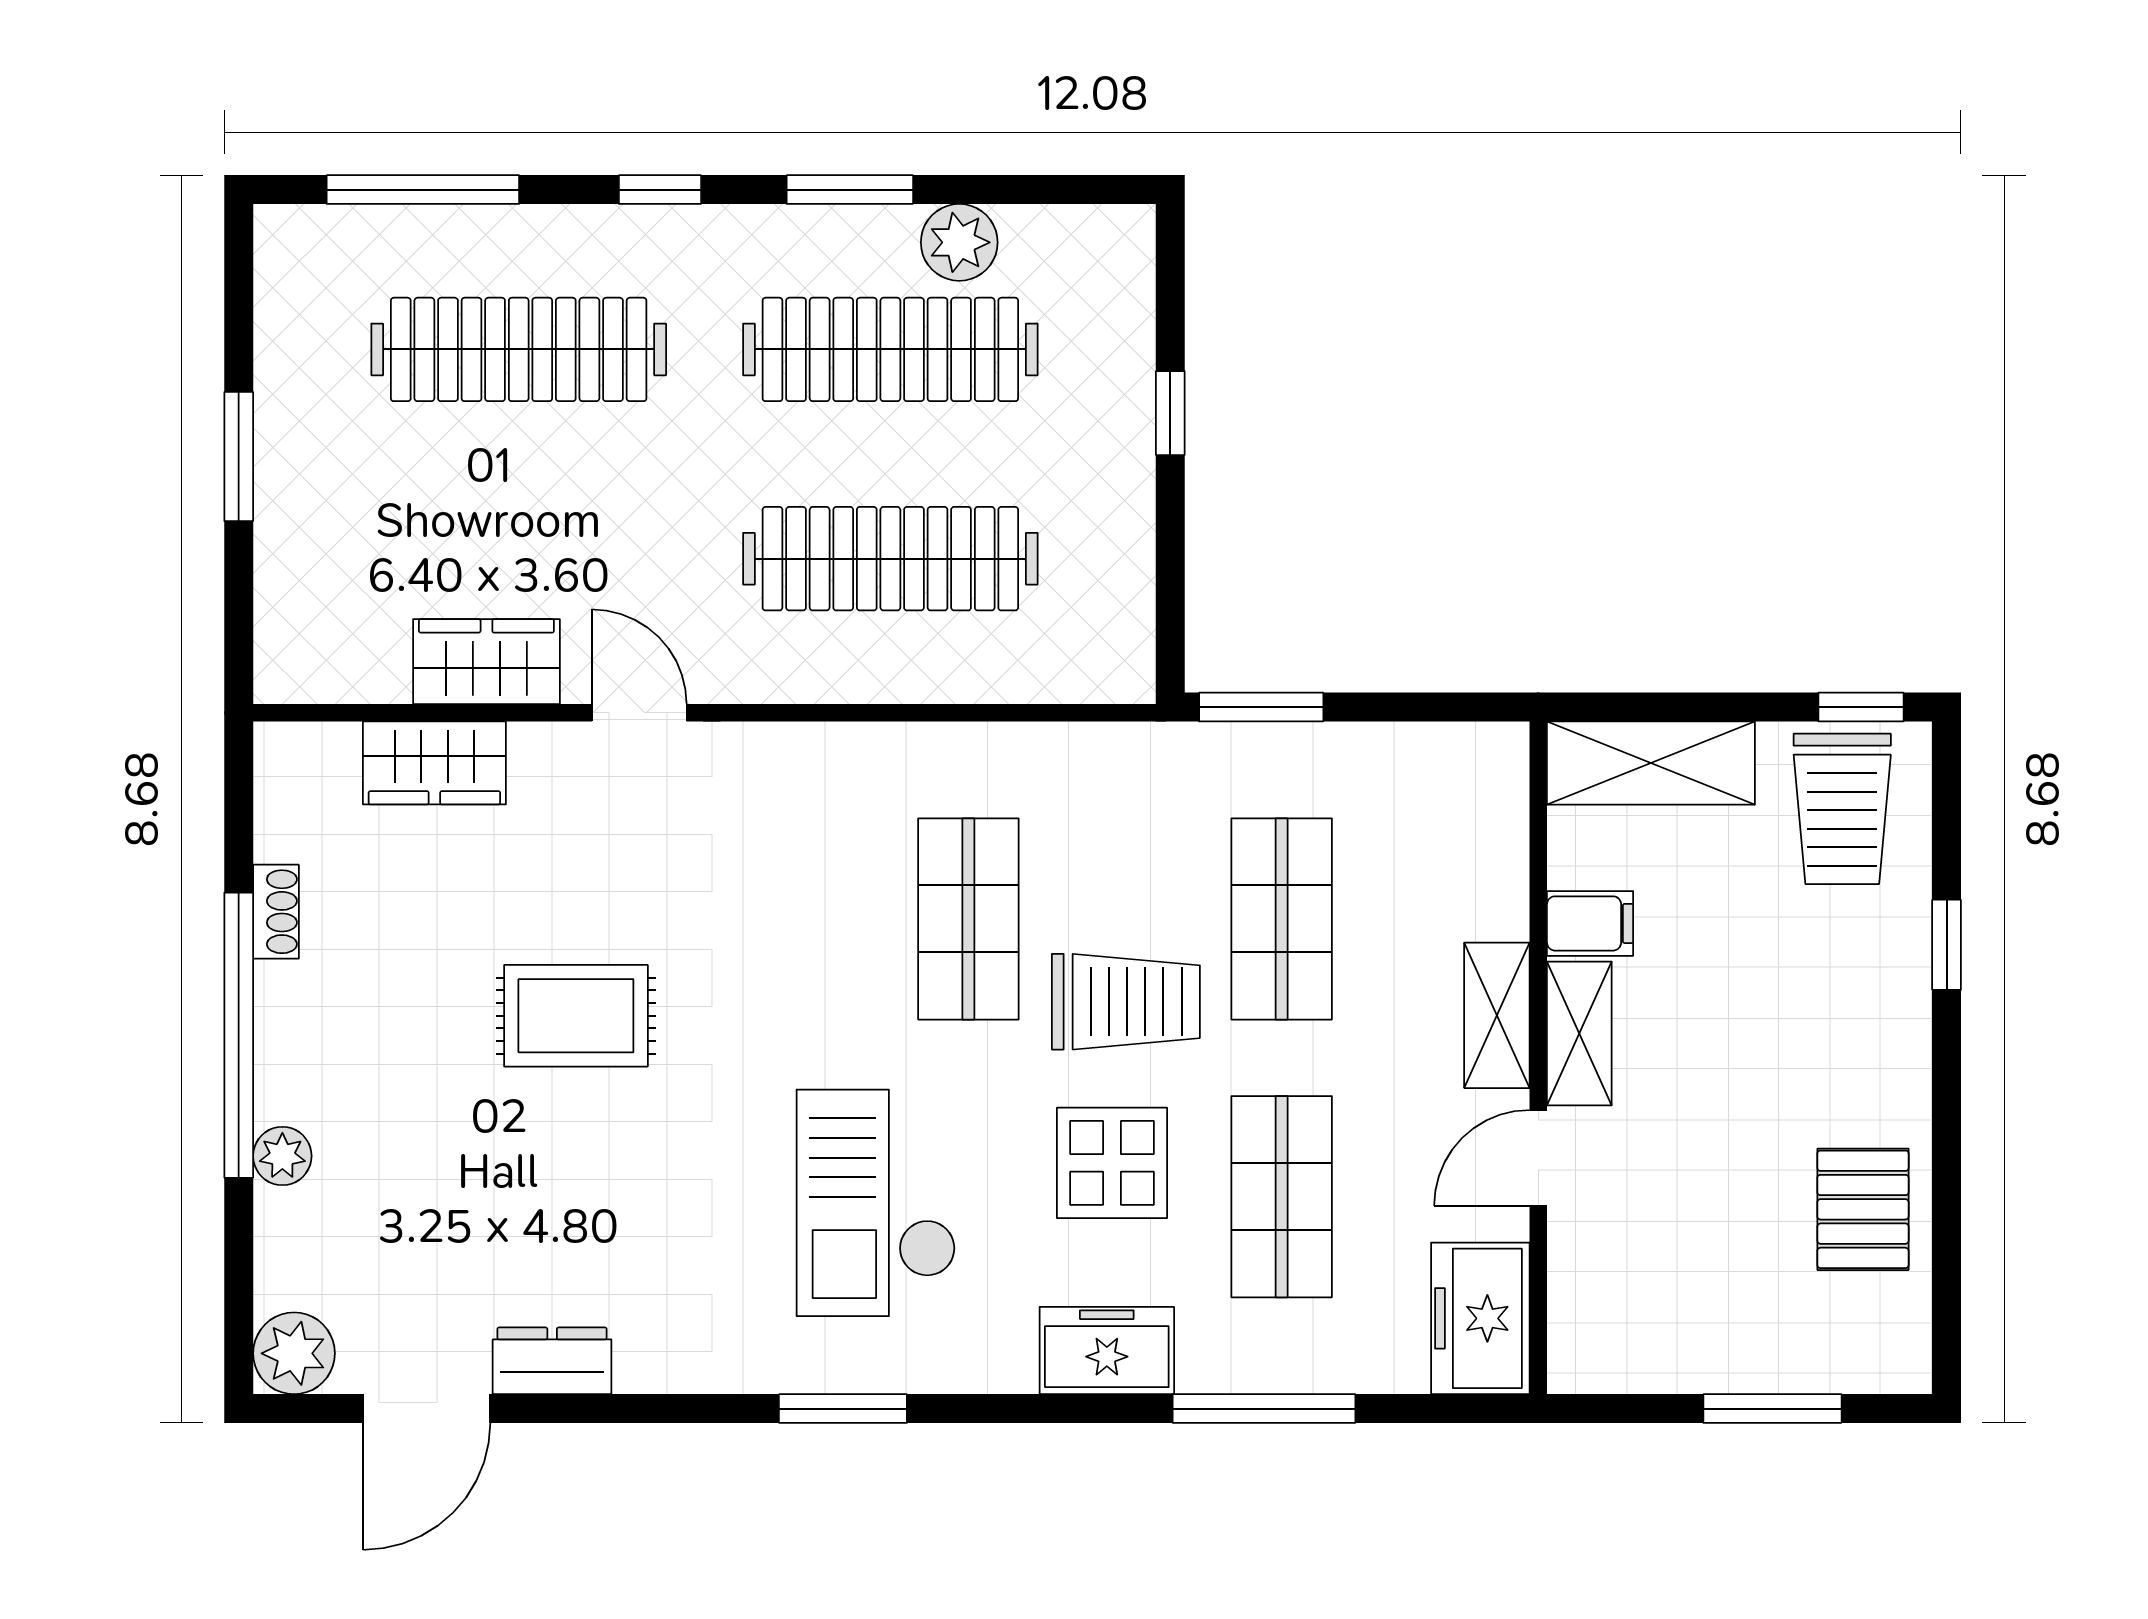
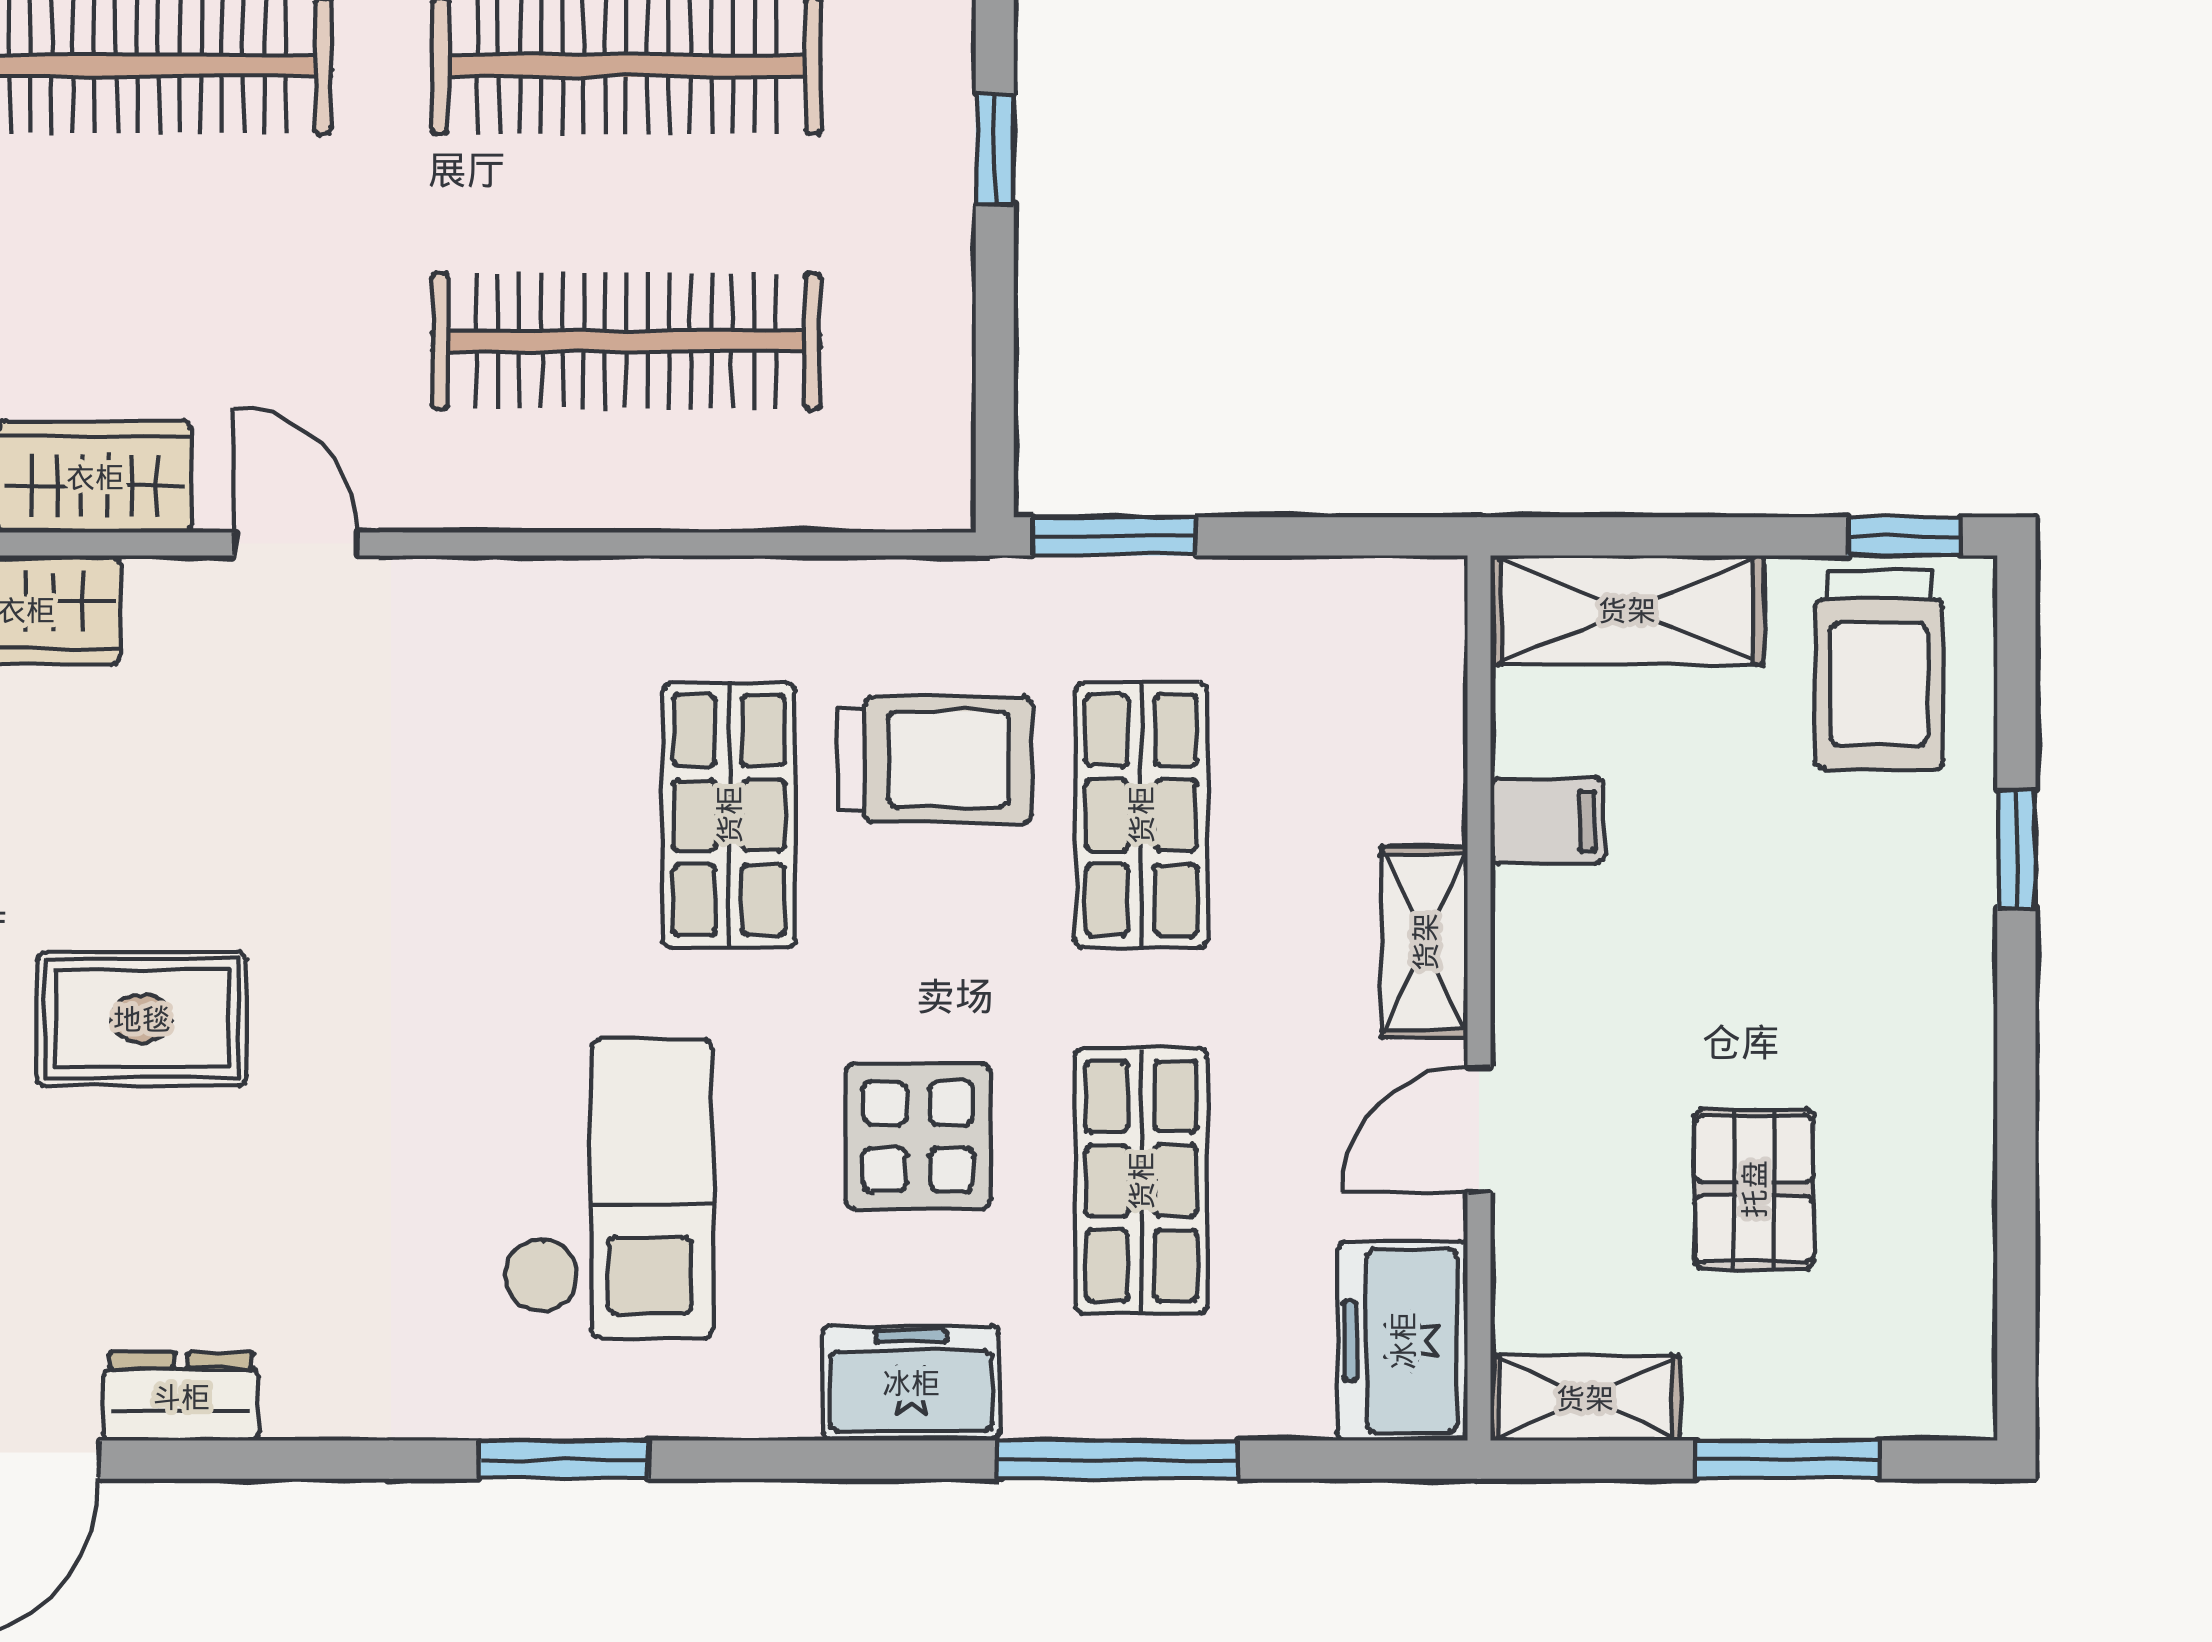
trolley: (1126, 1002) -> (935, 759), moved
rug: (576, 1016) -> (142, 1019), moved
shelving: (1579, 1034) -> (1585, 1398), moved, turned 90
checkout: (876, 1203) -> (608, 1189), turned 180
pallet: (1863, 1209) -> (1754, 1189), moved

